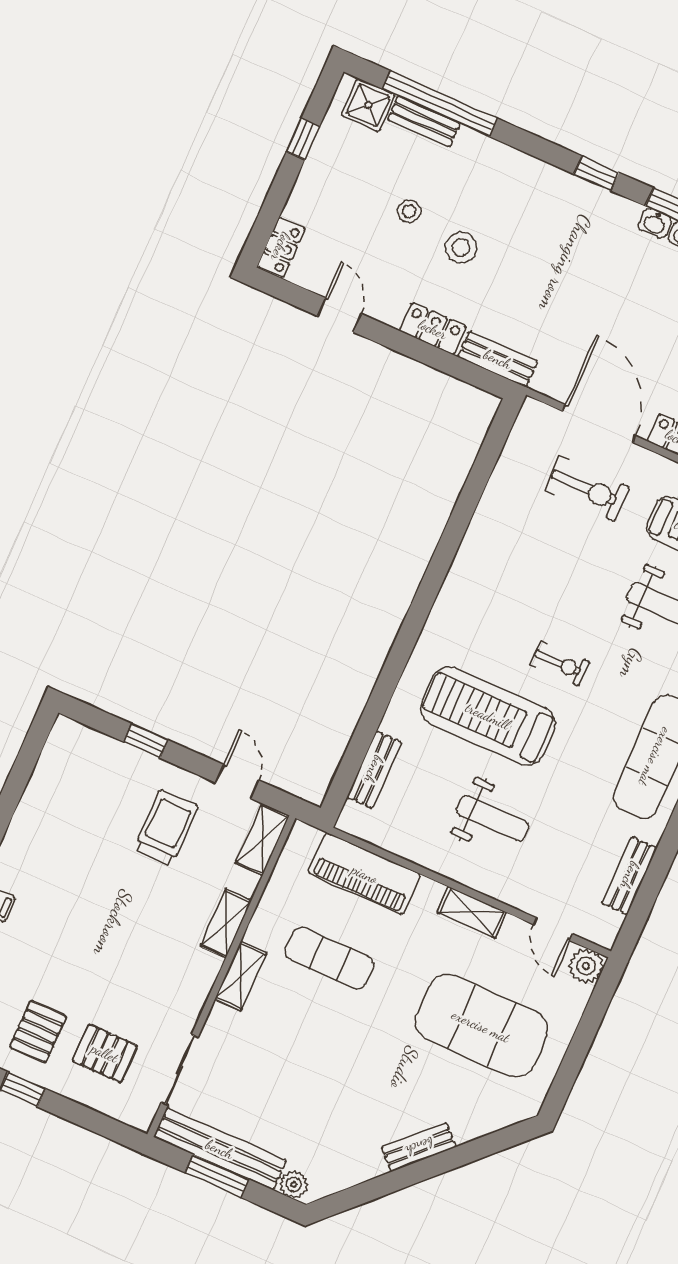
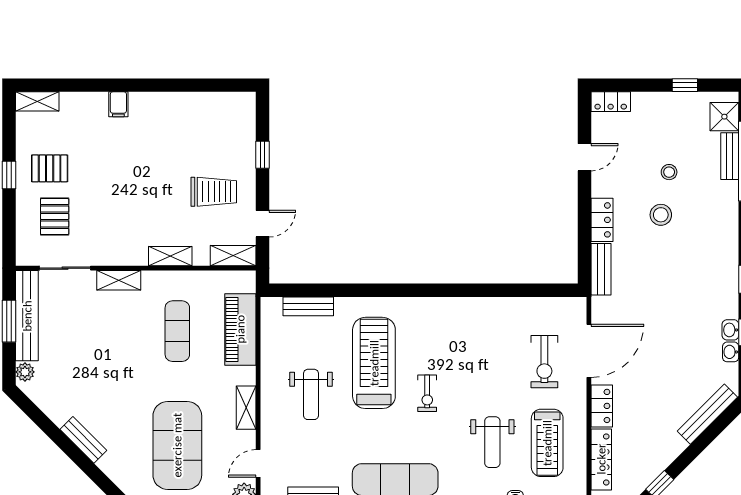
shelving: (241, 976) -> (119, 280), moved

